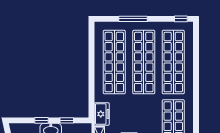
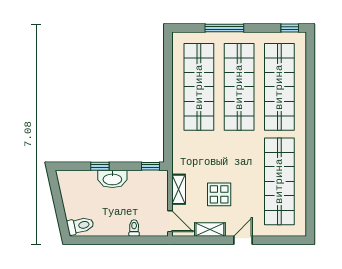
freezer: (102, 114) -> (182, 158), removed
window: (67, 120) -> (151, 166), moved

